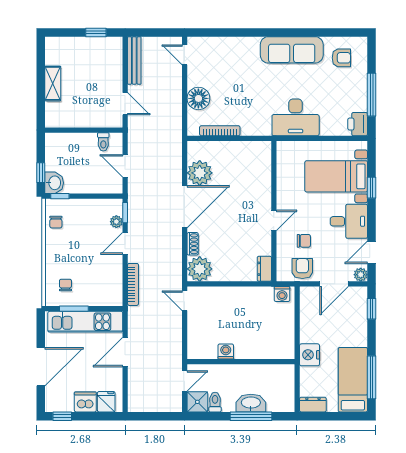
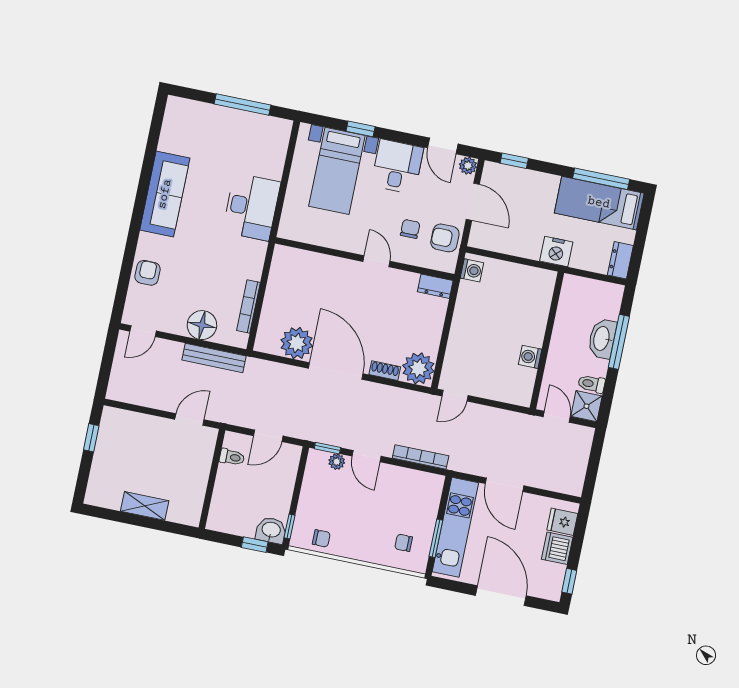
armchair: (341, 58) -> (148, 273), moved
bench: (134, 61) -> (214, 358), moved
printer: (358, 124) -> (276, 130), removed

